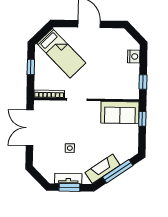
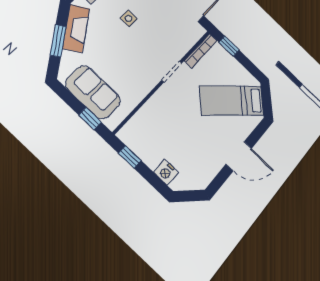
window: (31, 67) -> (229, 46), moved
sofa: (120, 112) -> (93, 92), moved, turned 90
window: (118, 171) -> (58, 41), width x0.69

